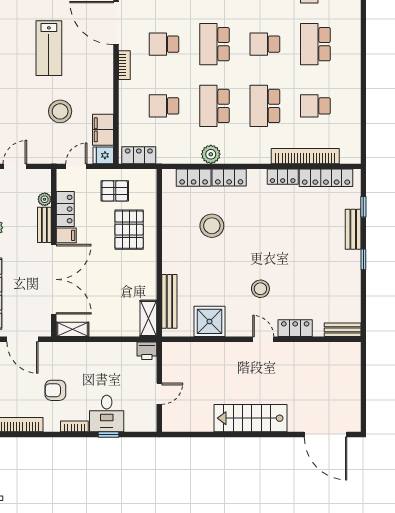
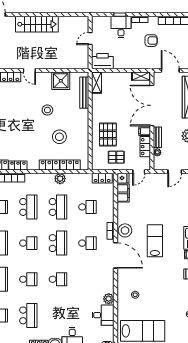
stool: (60, 111) -> (125, 230), moved
stool: (260, 289) -> (47, 110), moved
printer: (147, 351) -> (102, 61), width x1.87, depth x1.48

